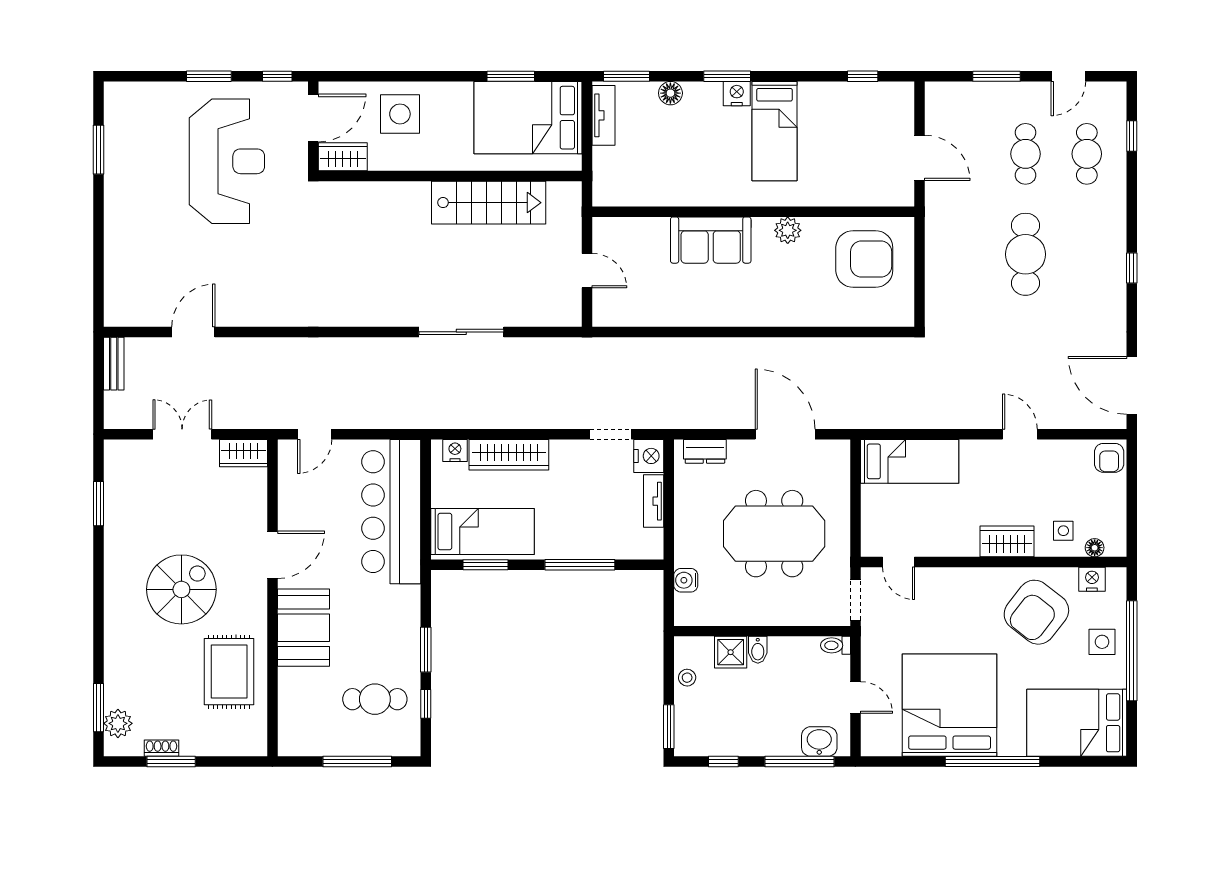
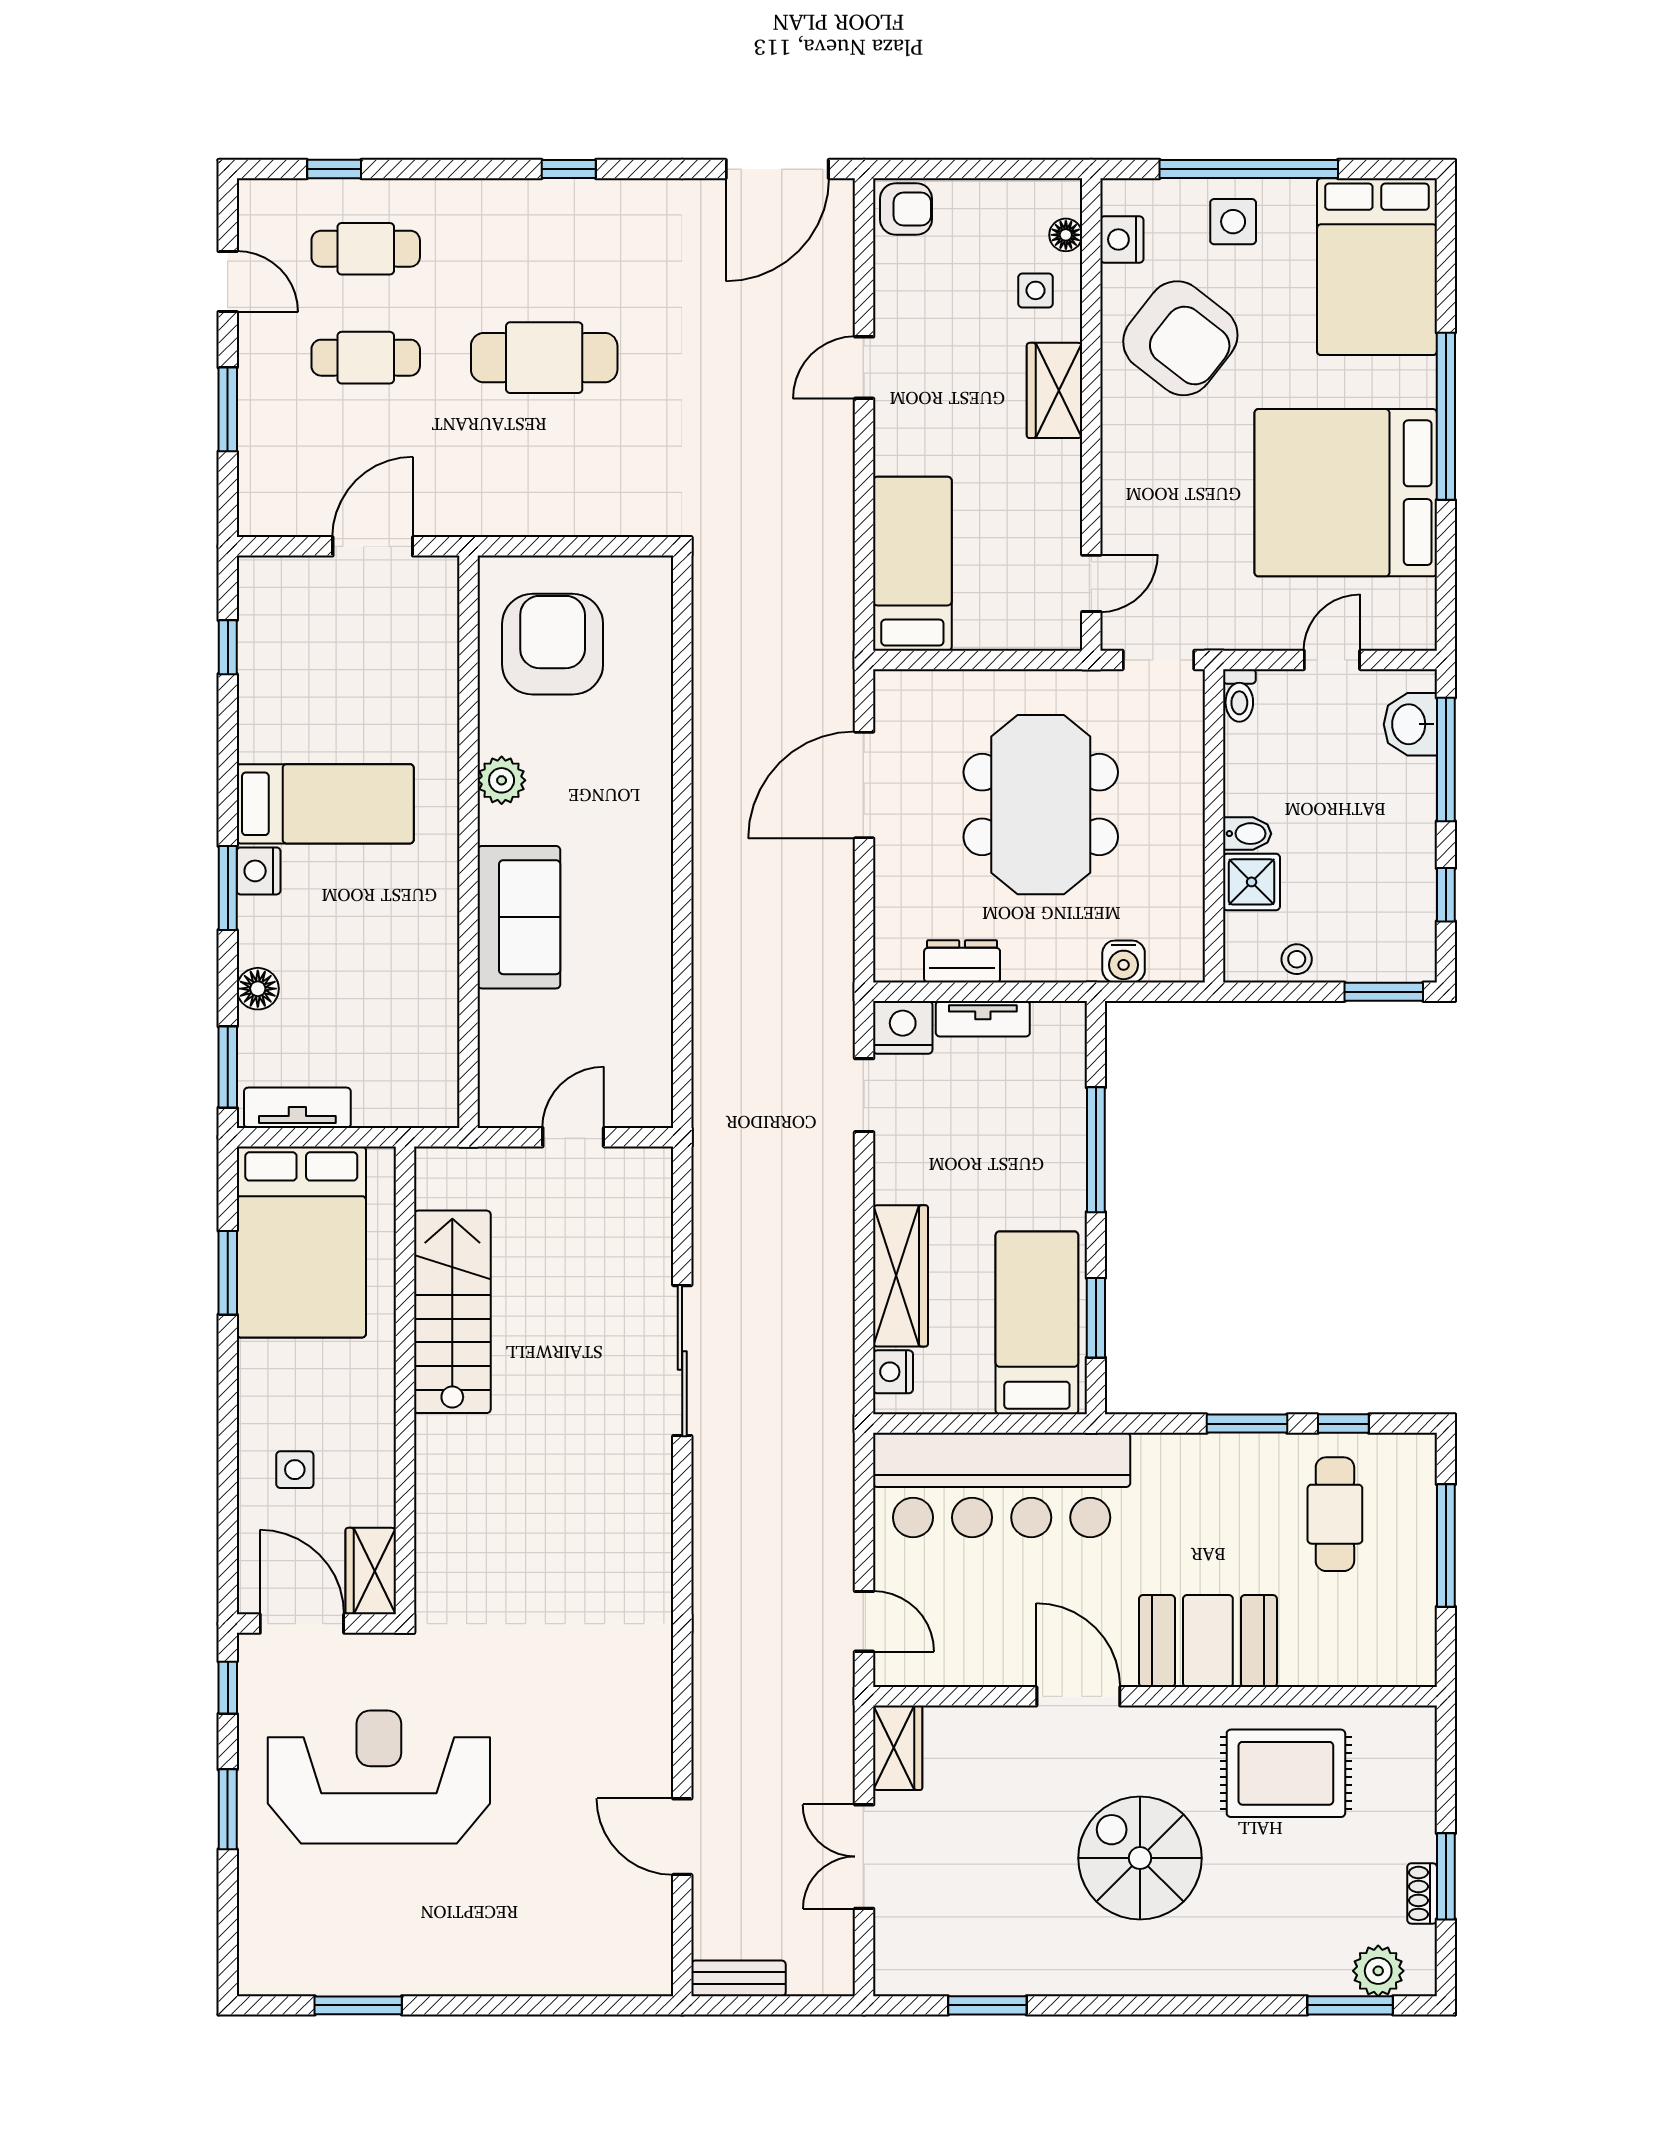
side table: (400, 114) -> (295, 1470), width x0.54, depth x0.54
dresser: (705, 451) -> (962, 961), moved, turned -90

